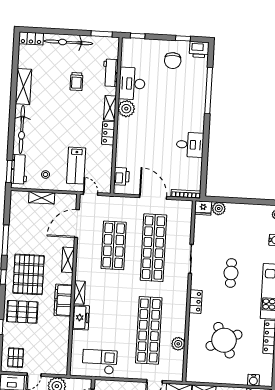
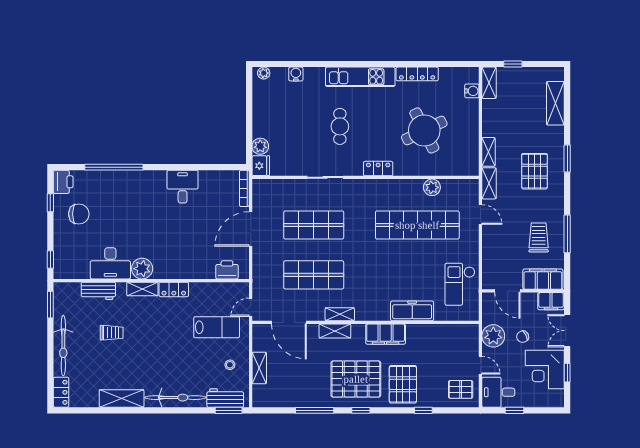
shop shelf: (153, 248) -> (314, 225), width x0.71
cafe table: (231, 273) -> (340, 126), turned 90
shelving: (79, 293) -> (340, 314), moved
freezer: (81, 318) -> (412, 311), width x1.40

